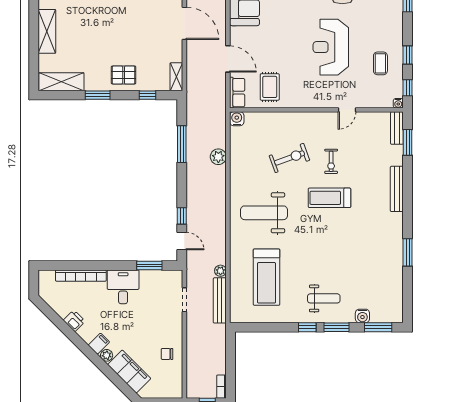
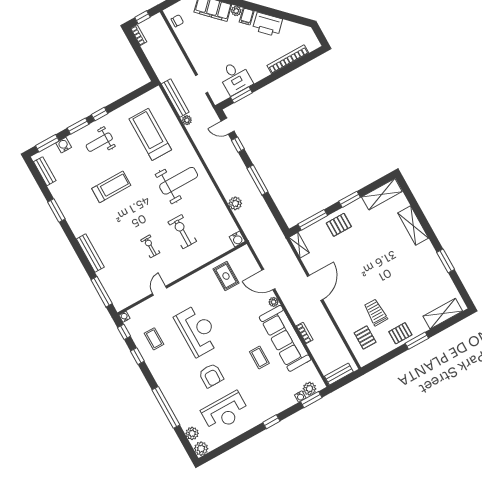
door: (184, 23) -> (315, 288), swing flipped
plant: (235, 33) -> (274, 302), added
row of seats: (237, 93) -> (248, 258), removed
window: (148, 95) -> (313, 220), width x2.17
bench: (397, 128) -> (45, 171), moved
window: (408, 142) -> (102, 292), width x1.44
window: (182, 144) -> (258, 180), moved
exercise bike: (289, 158) -> (182, 232), turned 110
treadmill: (329, 198) -> (111, 187), moved
desk: (123, 287) -> (235, 78), moved
printer: (74, 321) -> (267, 24), width x1.87, depth x1.48
chair: (167, 354) -> (177, 21), moved

